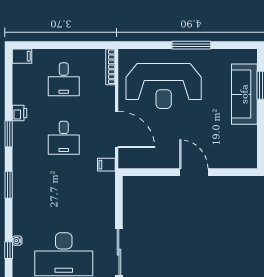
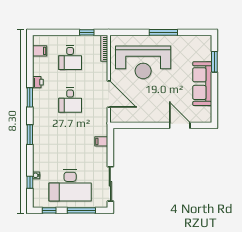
window: (87, 45) -> (87, 32), added
filing cabinet: (22, 56) -> (40, 51), moved
sofa: (244, 94) -> (202, 84), moved
filing cabinet: (106, 165) -> (101, 141), moved
door: (194, 172) -> (180, 125), moved

